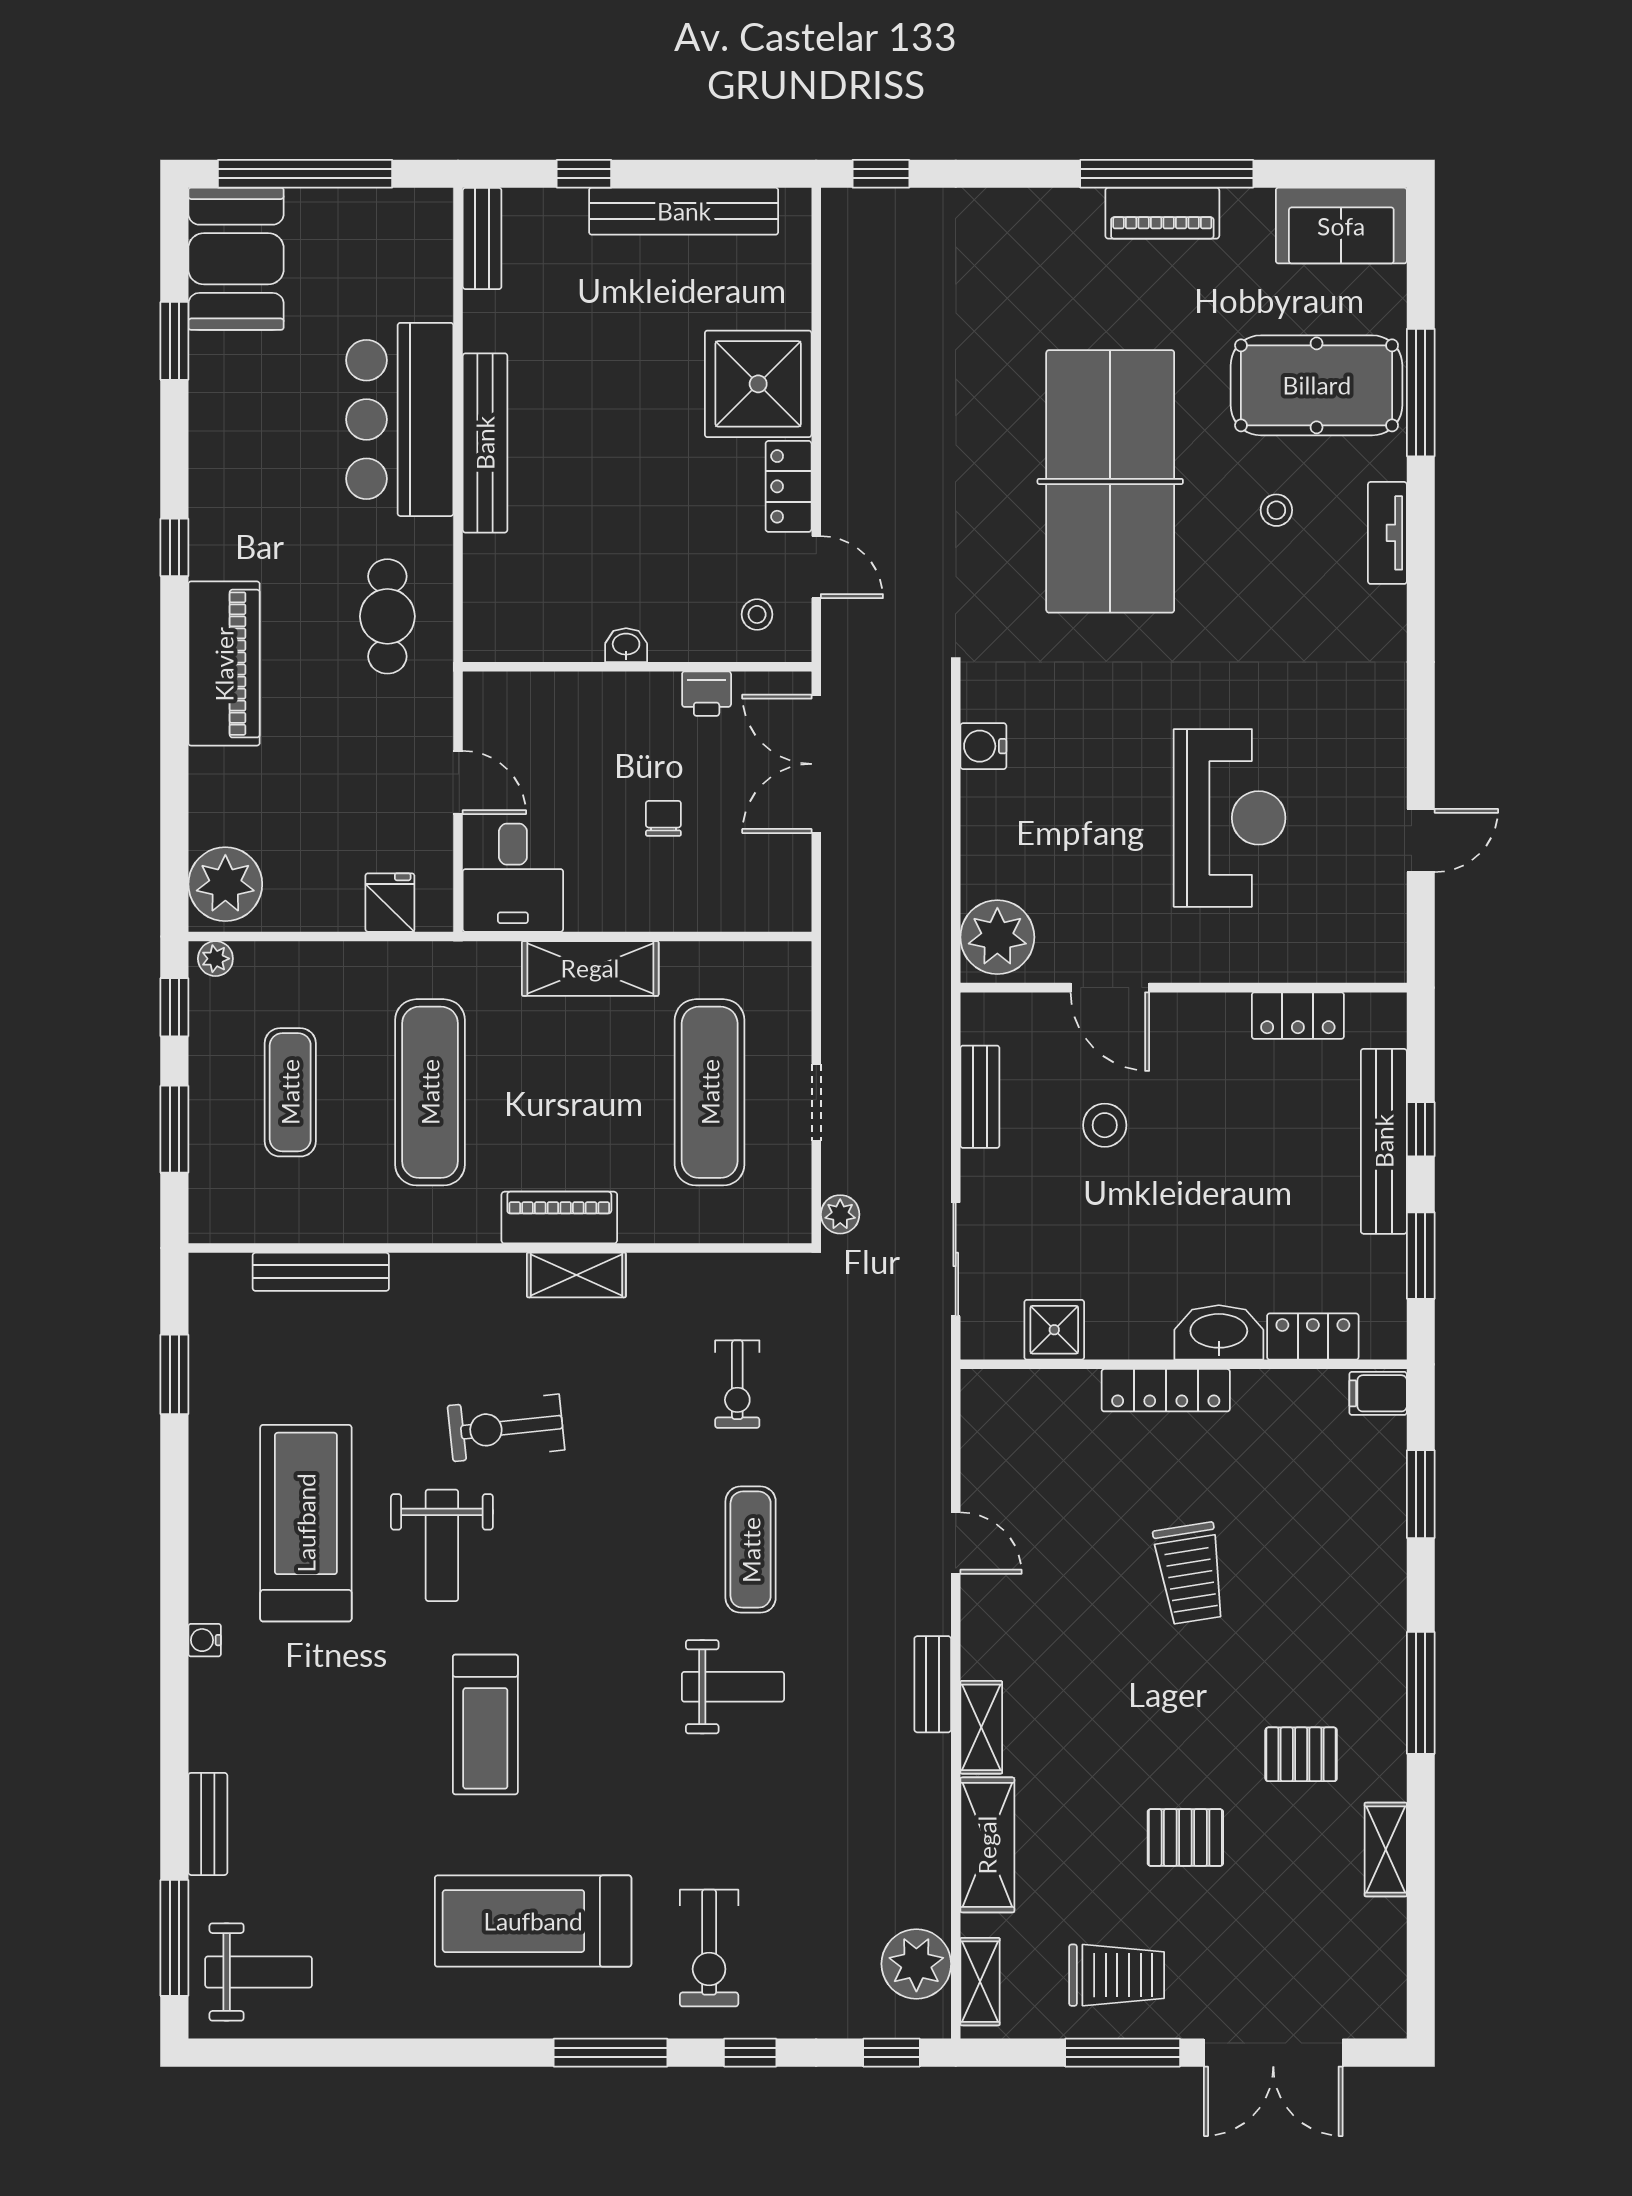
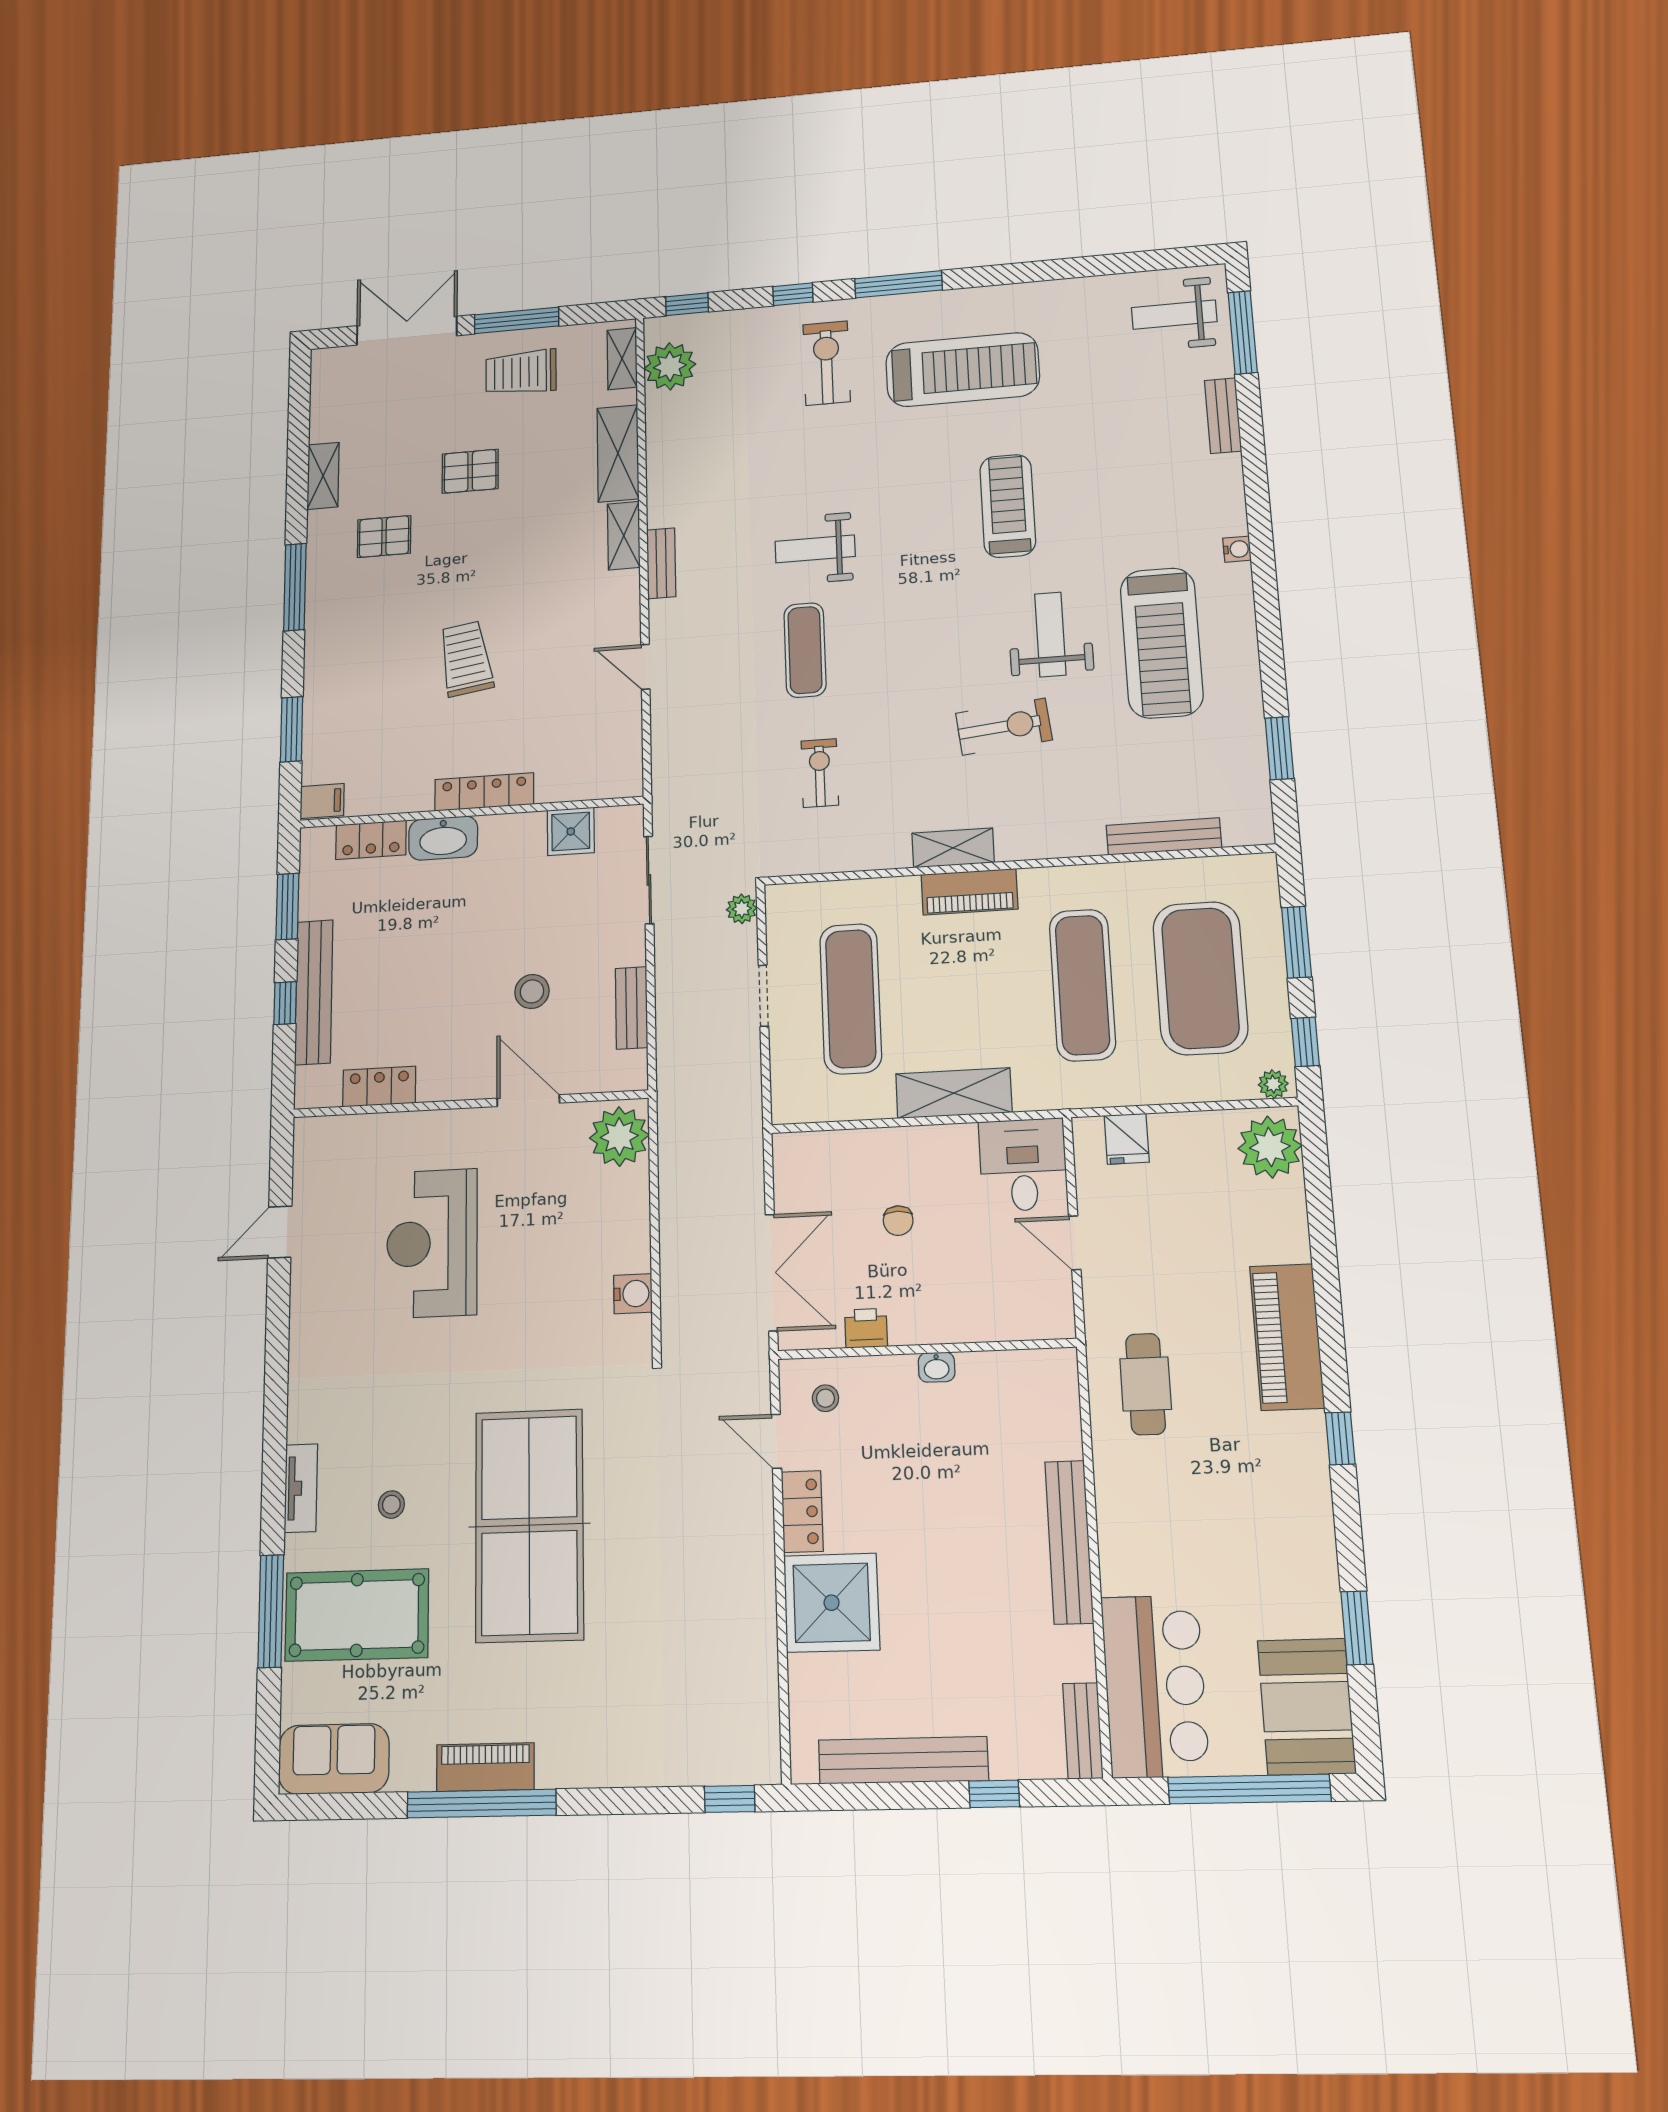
bar counter: (400, 419) -> (1155, 1686), moved
exercise mat: (290, 1092) -> (1200, 978), width x2.00, depth x1.45

